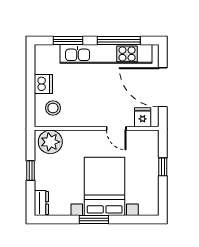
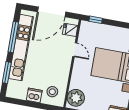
door: (116, 128) -> (75, 50), hinge flipped
window: (163, 167) -> (96, 20), moved

